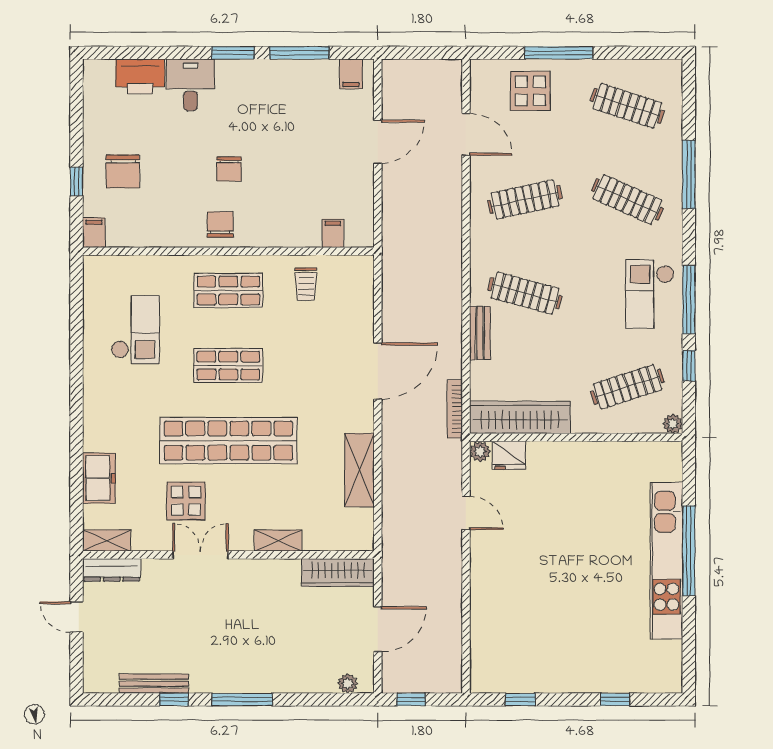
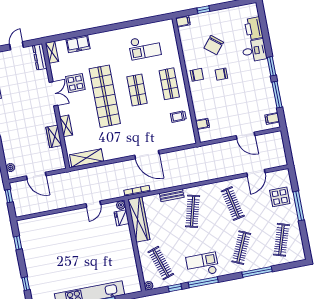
chair: (123, 171) -> (214, 45), moved, turned -51
shelving: (359, 470) -> (87, 158), moved
wardrobe: (338, 573) -> (54, 136), moved, width x0.67

